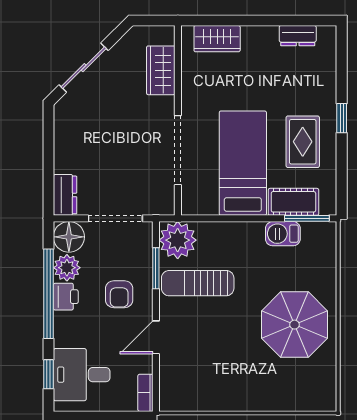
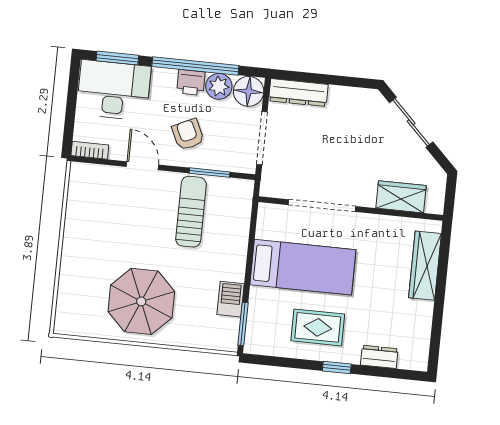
dresser: (298, 36) -> (379, 357), moved, turned 90
wardrobe: (217, 39) -> (425, 266), width x1.50
dresser: (65, 195) -> (298, 93), width x1.44
cot: (293, 202) -> (260, 313), removed
plant: (178, 240) -> (235, 196), removed
armchair: (119, 294) -> (188, 134), turned 65
window: (49, 374) -> (117, 58), width x1.50
desk: (82, 375) -> (114, 90), width x1.37

